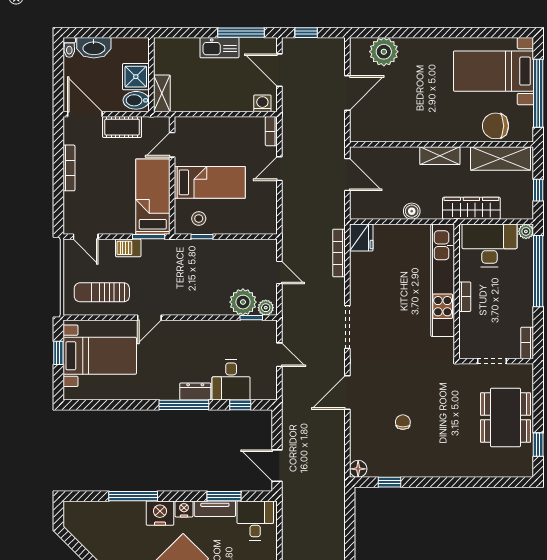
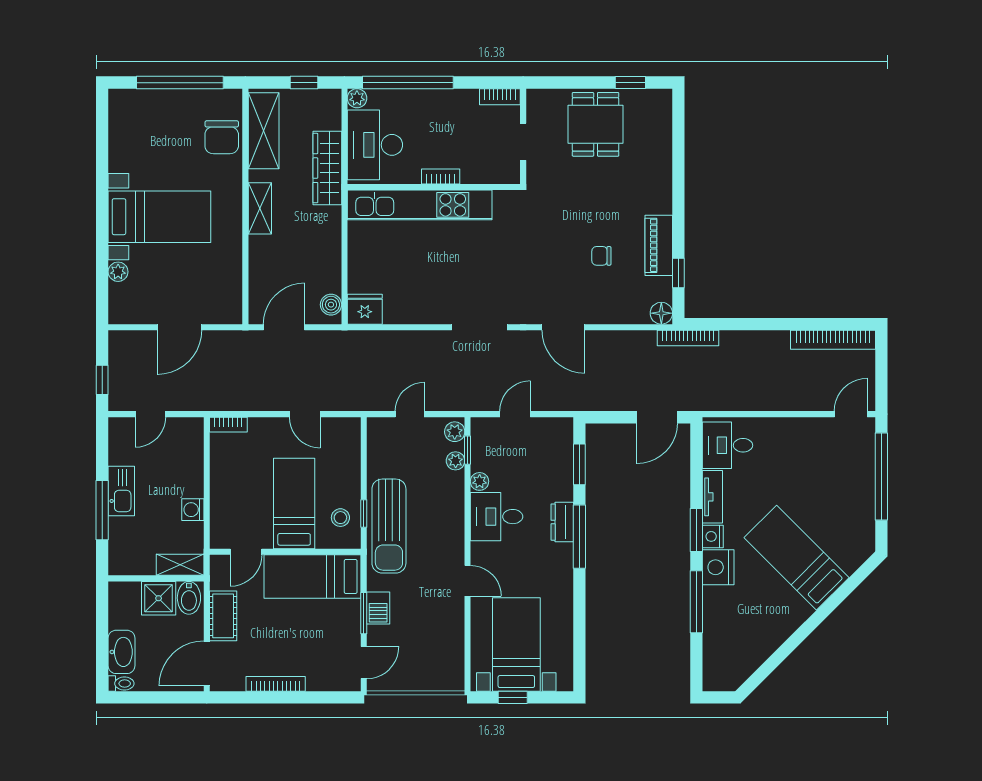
window: (241, 33) -> (102, 510), moved
plant: (384, 52) -> (118, 272), width x0.53, depth x0.53
door: (279, 70) -> (150, 414), width x0.73
bed with nightstands: (494, 71) -> (159, 217), moved, turned -90
door: (347, 93) -> (179, 327), swing flipped
washing machine: (262, 103) -> (193, 510), moved
door: (172, 145) -> (246, 552), hinge flipped
door: (279, 169) -> (305, 414), moved
boiler: (412, 211) -> (331, 305), moved
window: (149, 237) -> (364, 613), moved
bookcase: (339, 253) -> (688, 338), moved
sun lounger: (102, 292) -> (389, 526), moved, width x1.36, depth x1.34
plant: (243, 302) -> (456, 461), width x0.53, depth x0.53
plant: (227, 327) -> (480, 481), added
desk: (231, 380) -> (497, 517), moved, turned 180
window: (240, 405) -> (579, 464), width x1.50
dining table: (506, 418) -> (596, 124), width x0.73
piano: (411, 467) -> (659, 245), added
window: (224, 496) -> (696, 530), moved

